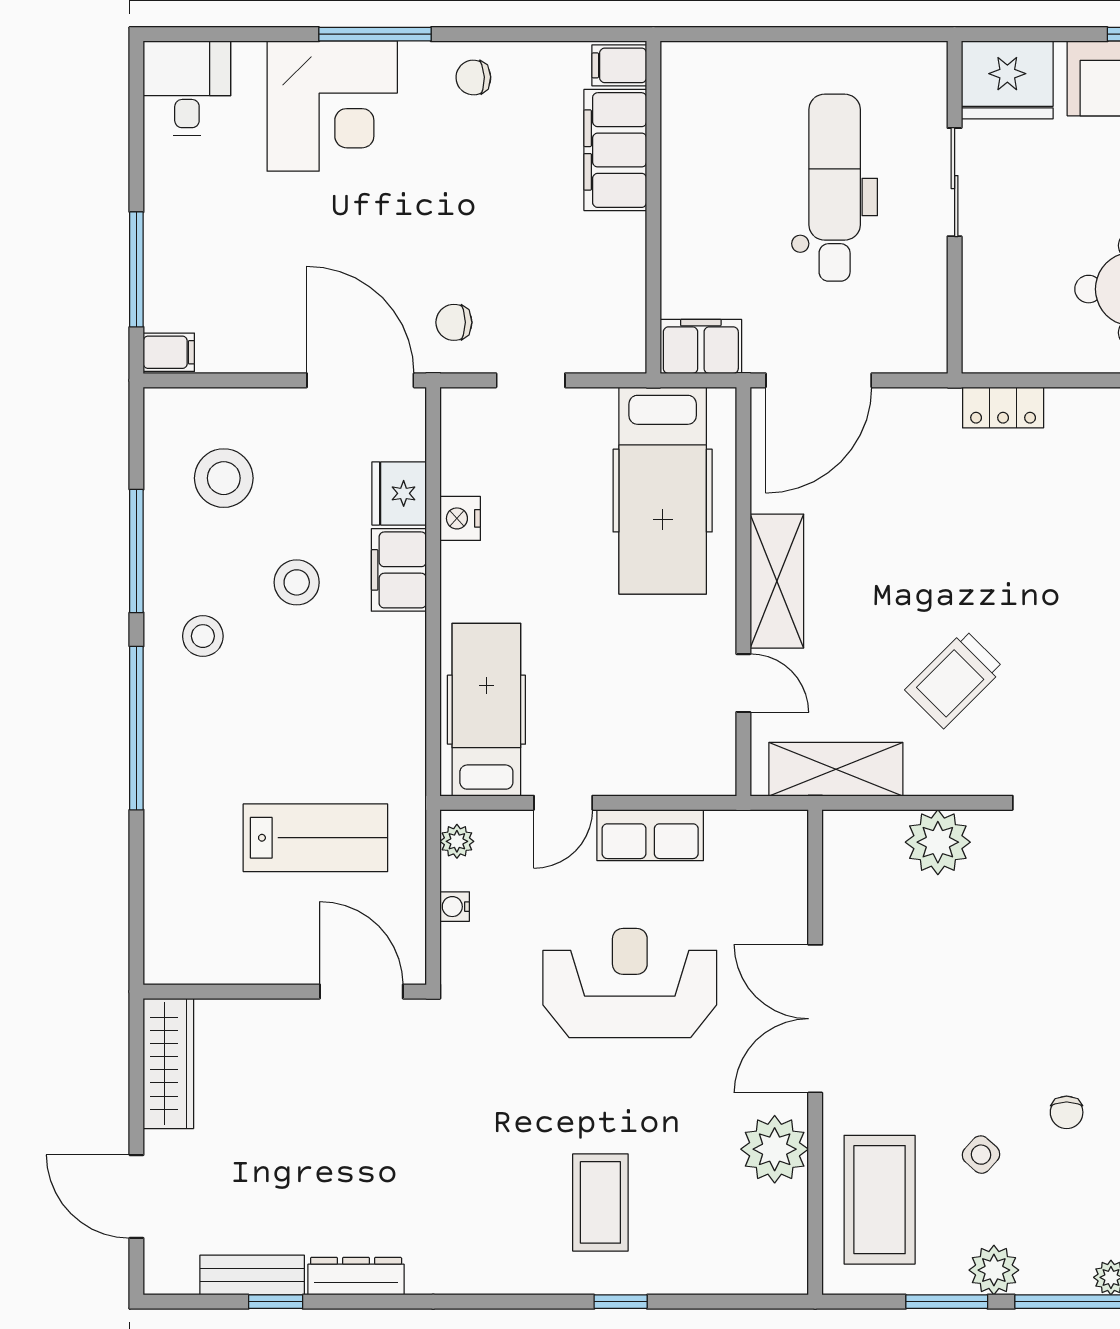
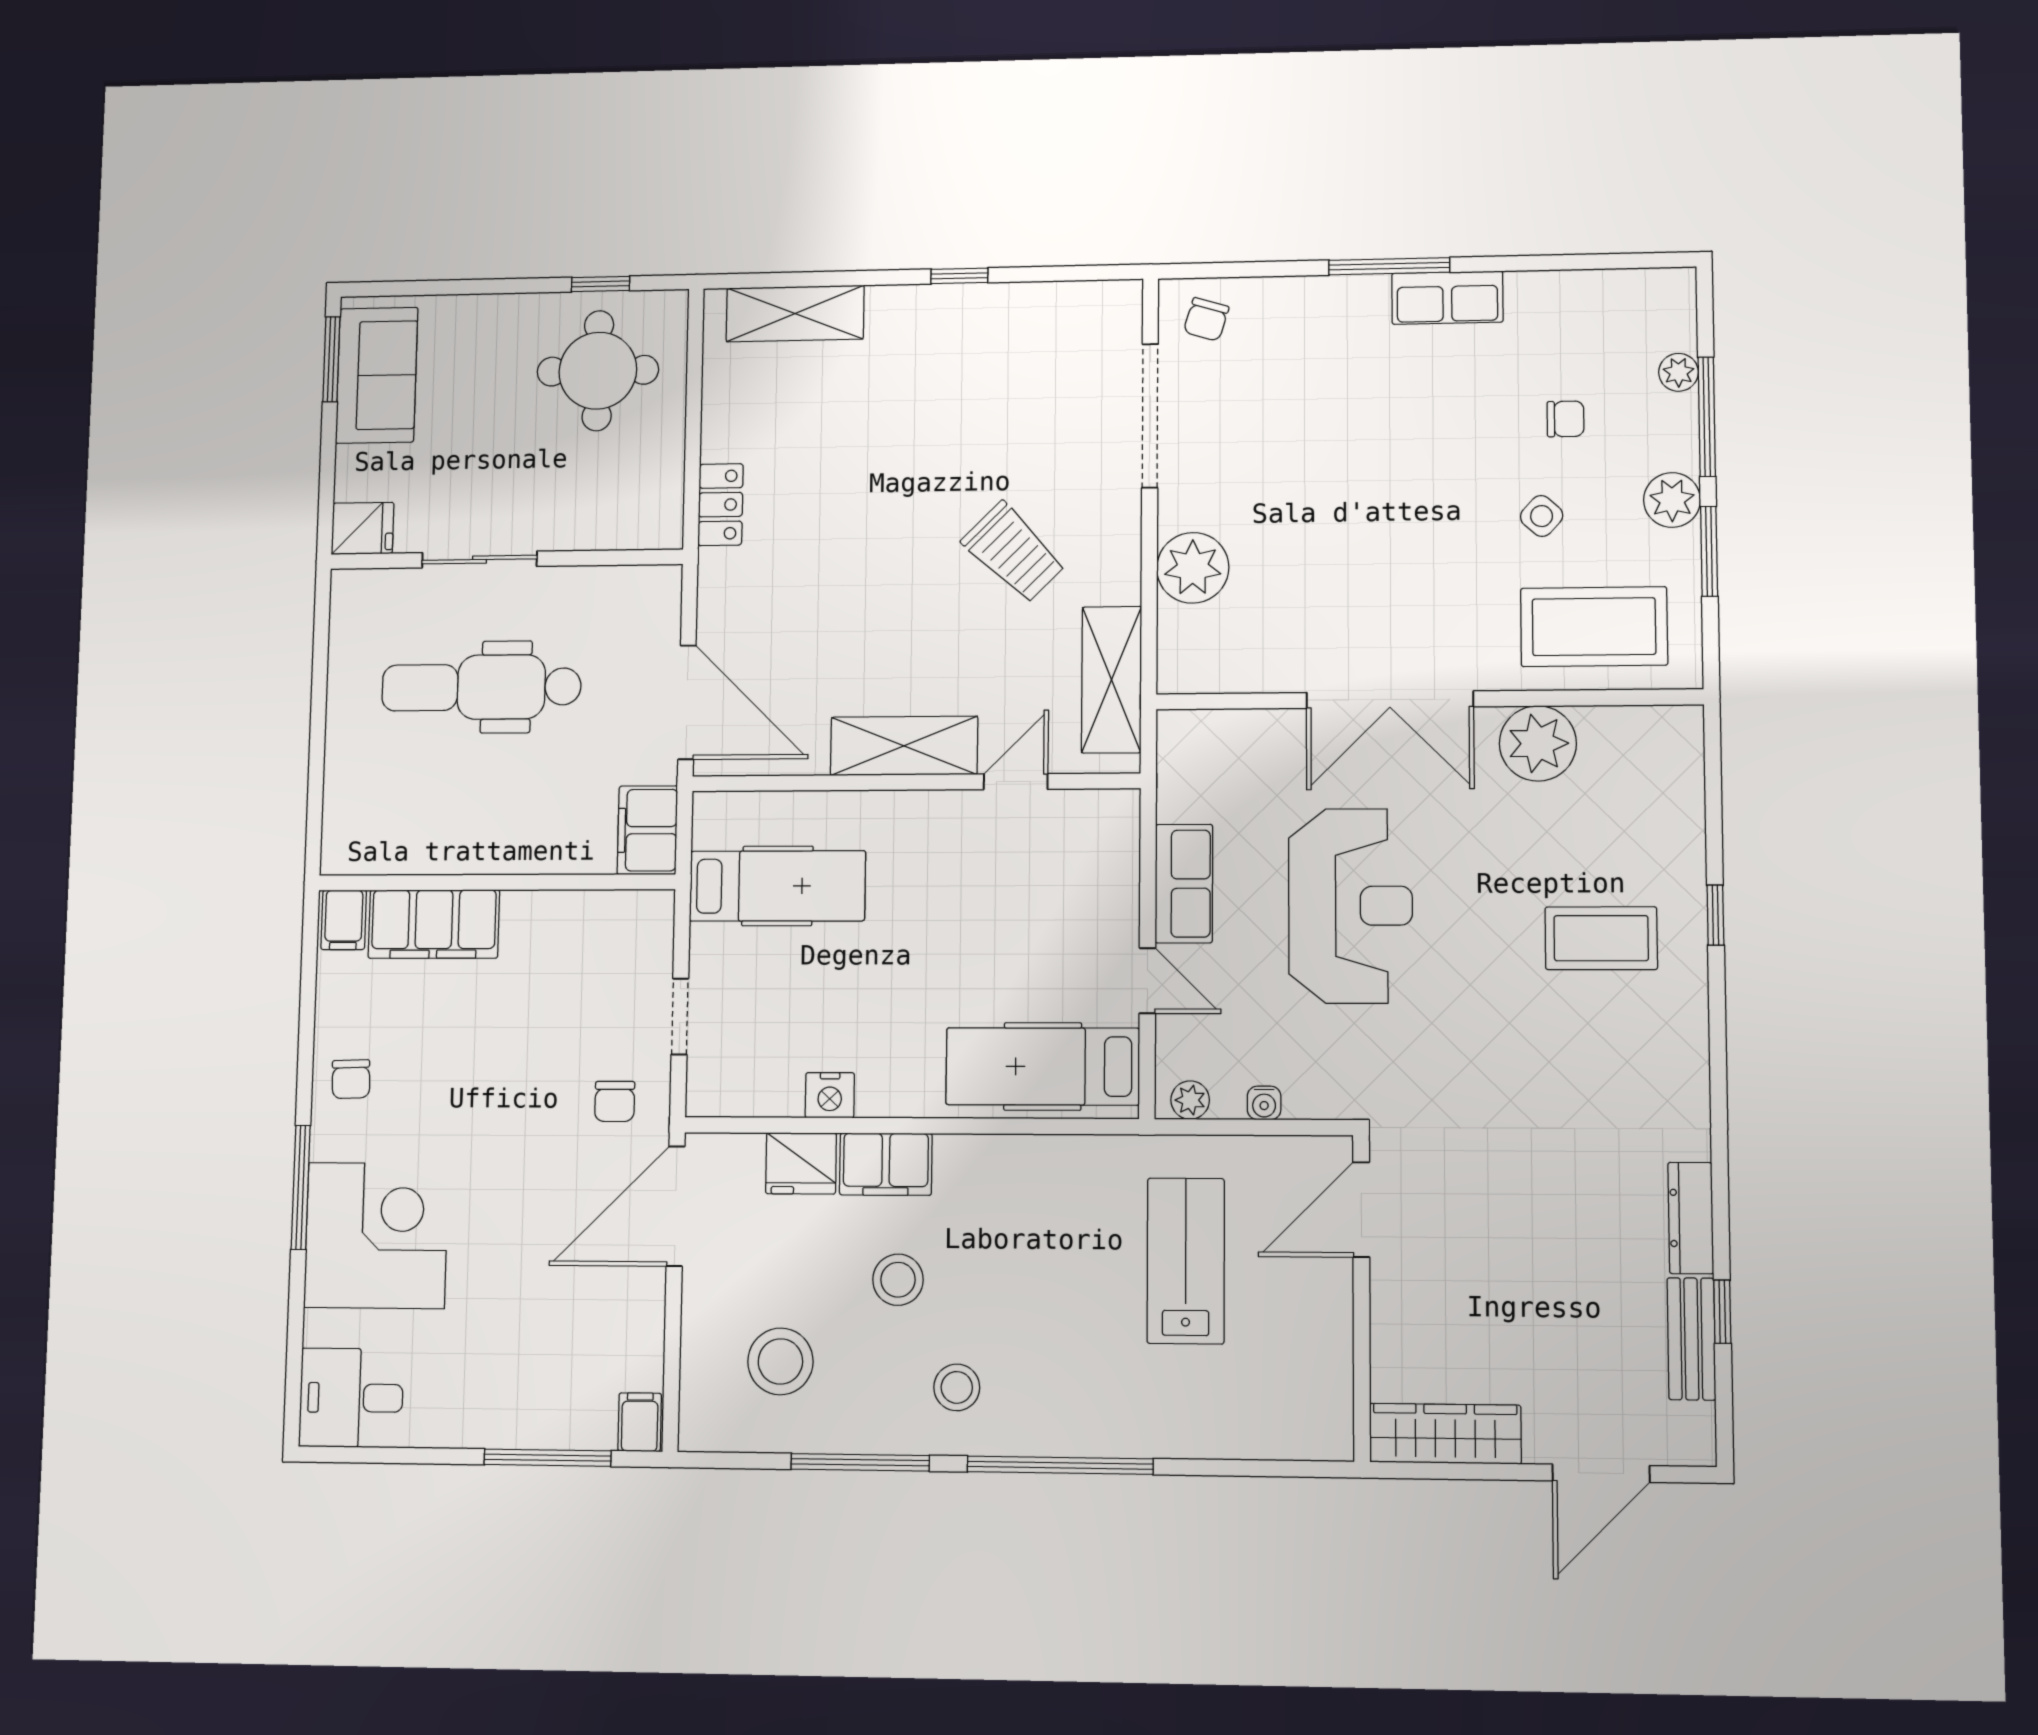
fridge: (1007, 80) -> (363, 528), width x0.53, depth x0.75
hospital bed: (663, 491) -> (777, 886), width x0.73, depth x0.78
reception desk: (630, 983) -> (1350, 906), turned 180
chair: (1067, 1112) -> (1566, 419), moved

